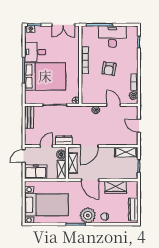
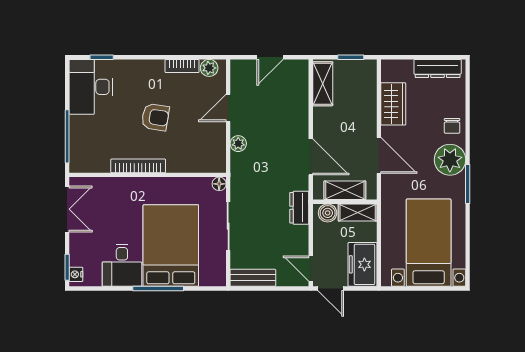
desk: (112, 37) -> (91, 87), moved
door: (46, 146) -> (311, 269), moved
door: (90, 180) -> (379, 155), hinge flipped

